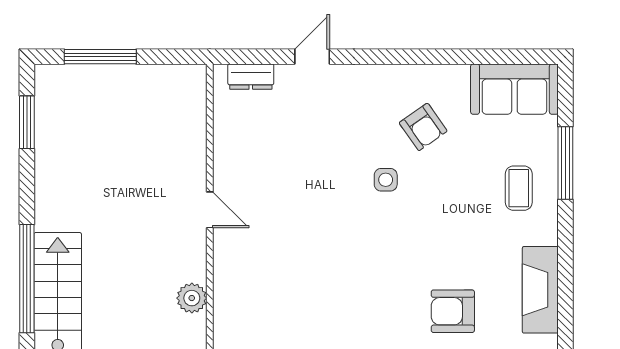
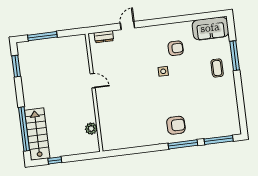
armchair: (423, 127) -> (176, 48), turned -55
door: (210, 210) -> (93, 81), moved
fireplace: (540, 290) -> (231, 108), removed
armchair: (453, 311) -> (176, 125), moved, turned 180

